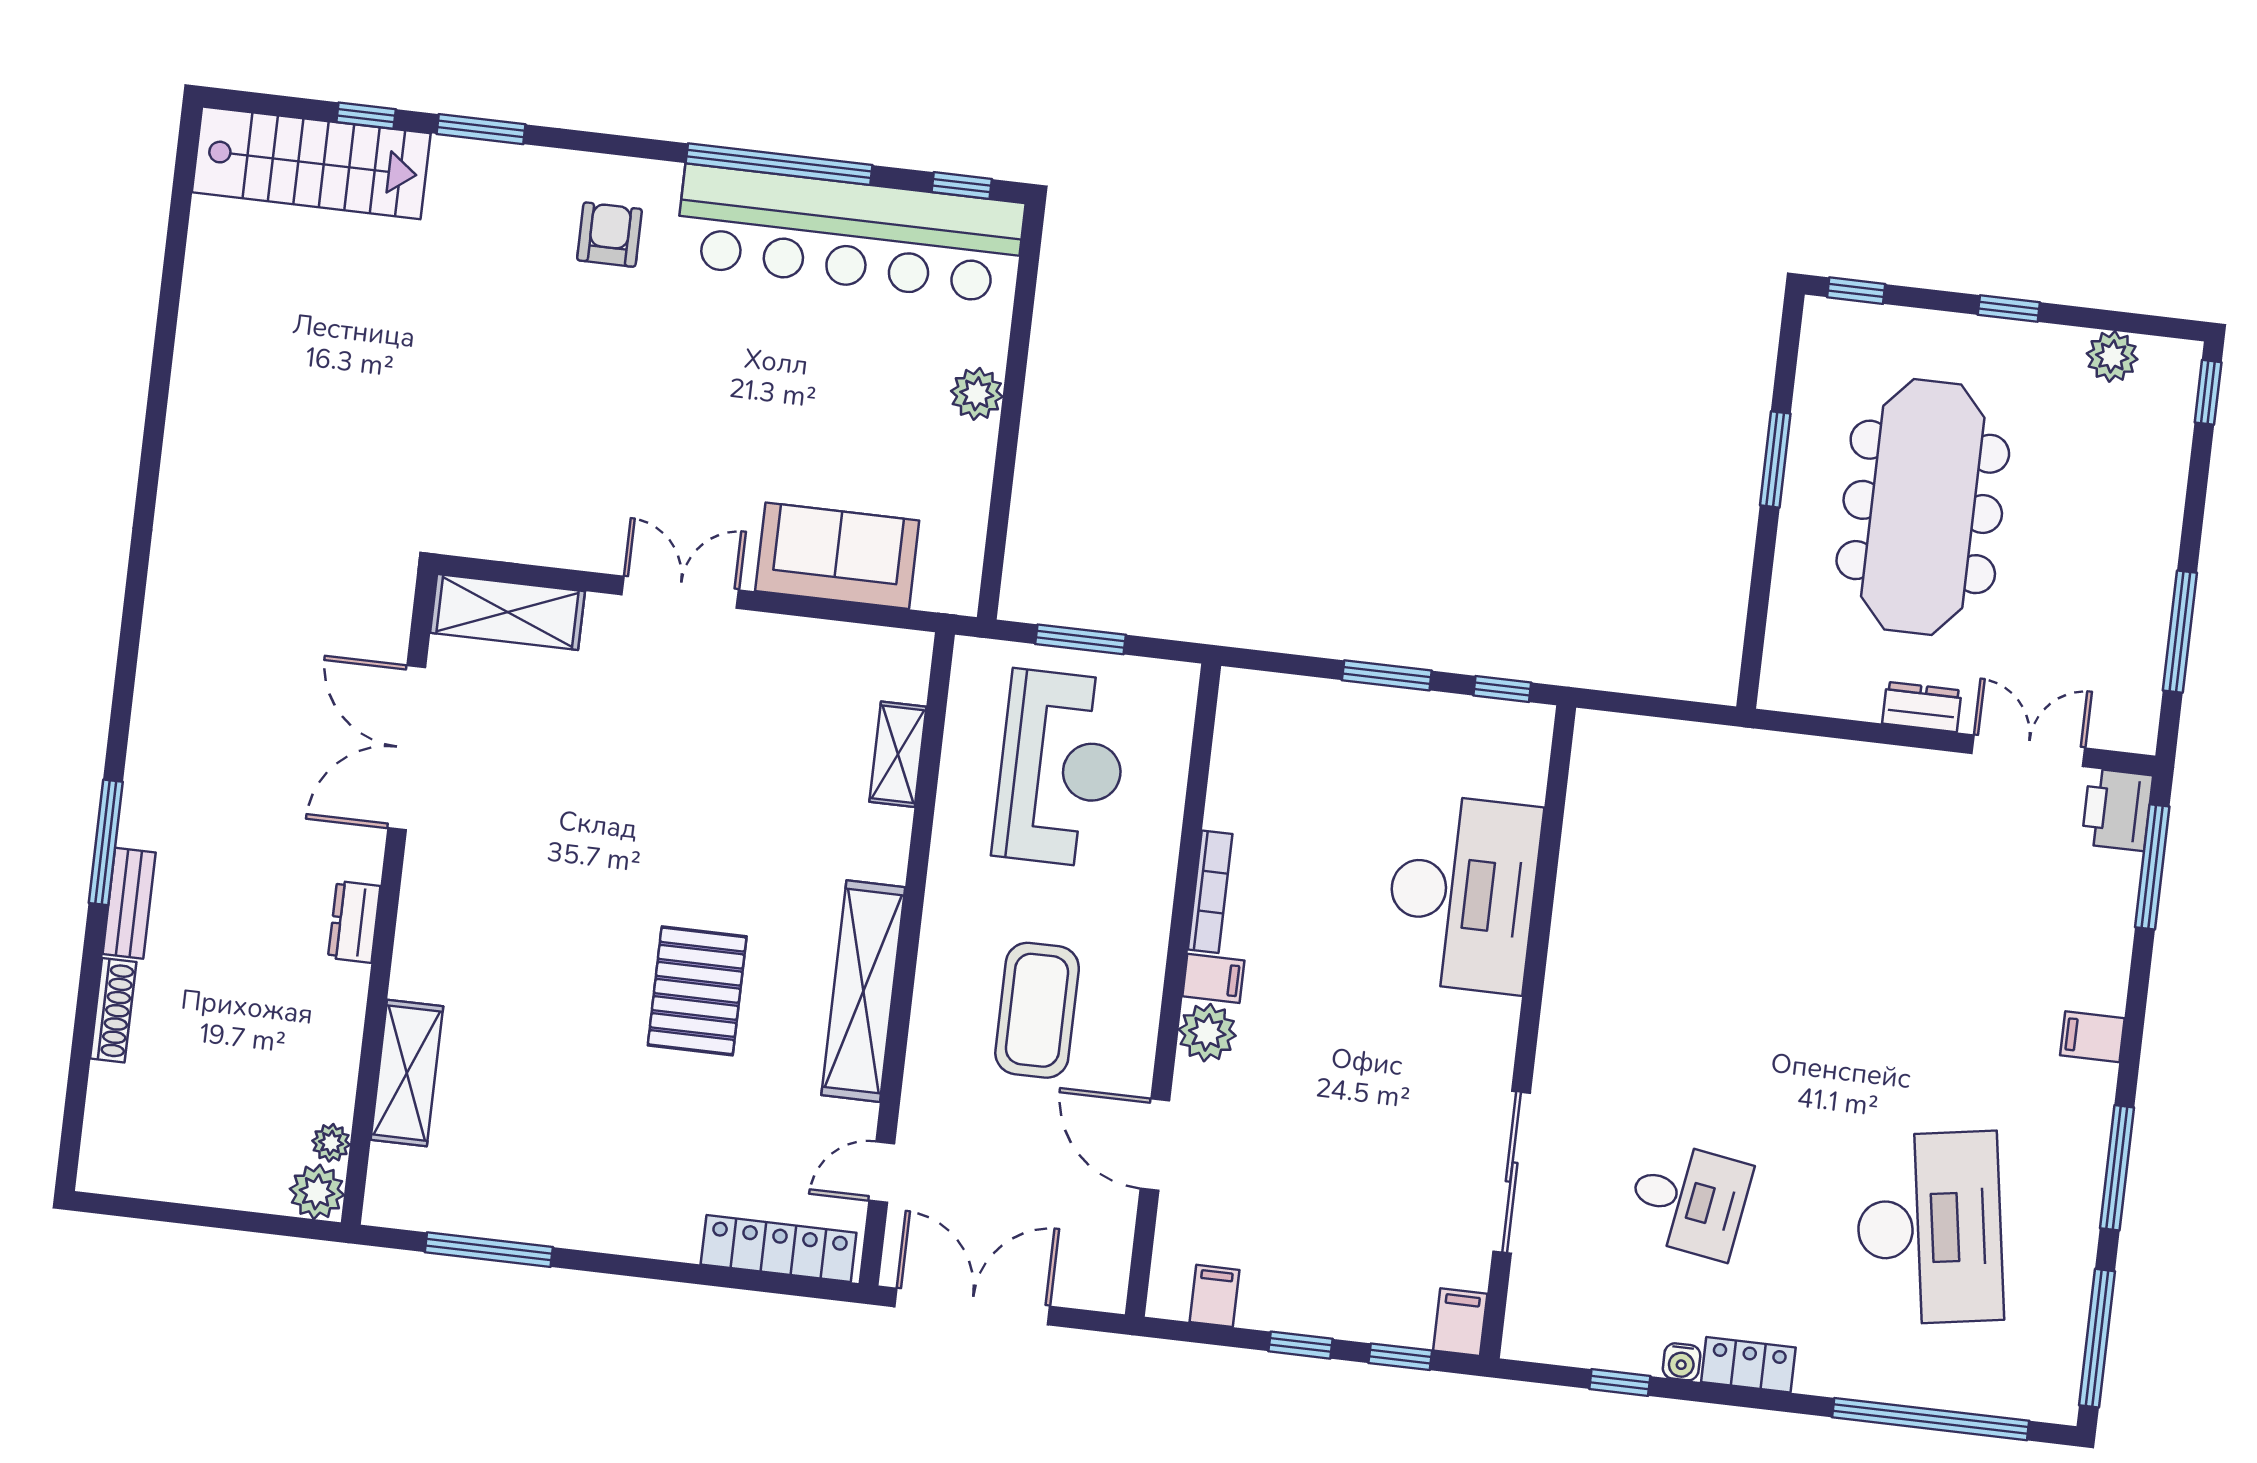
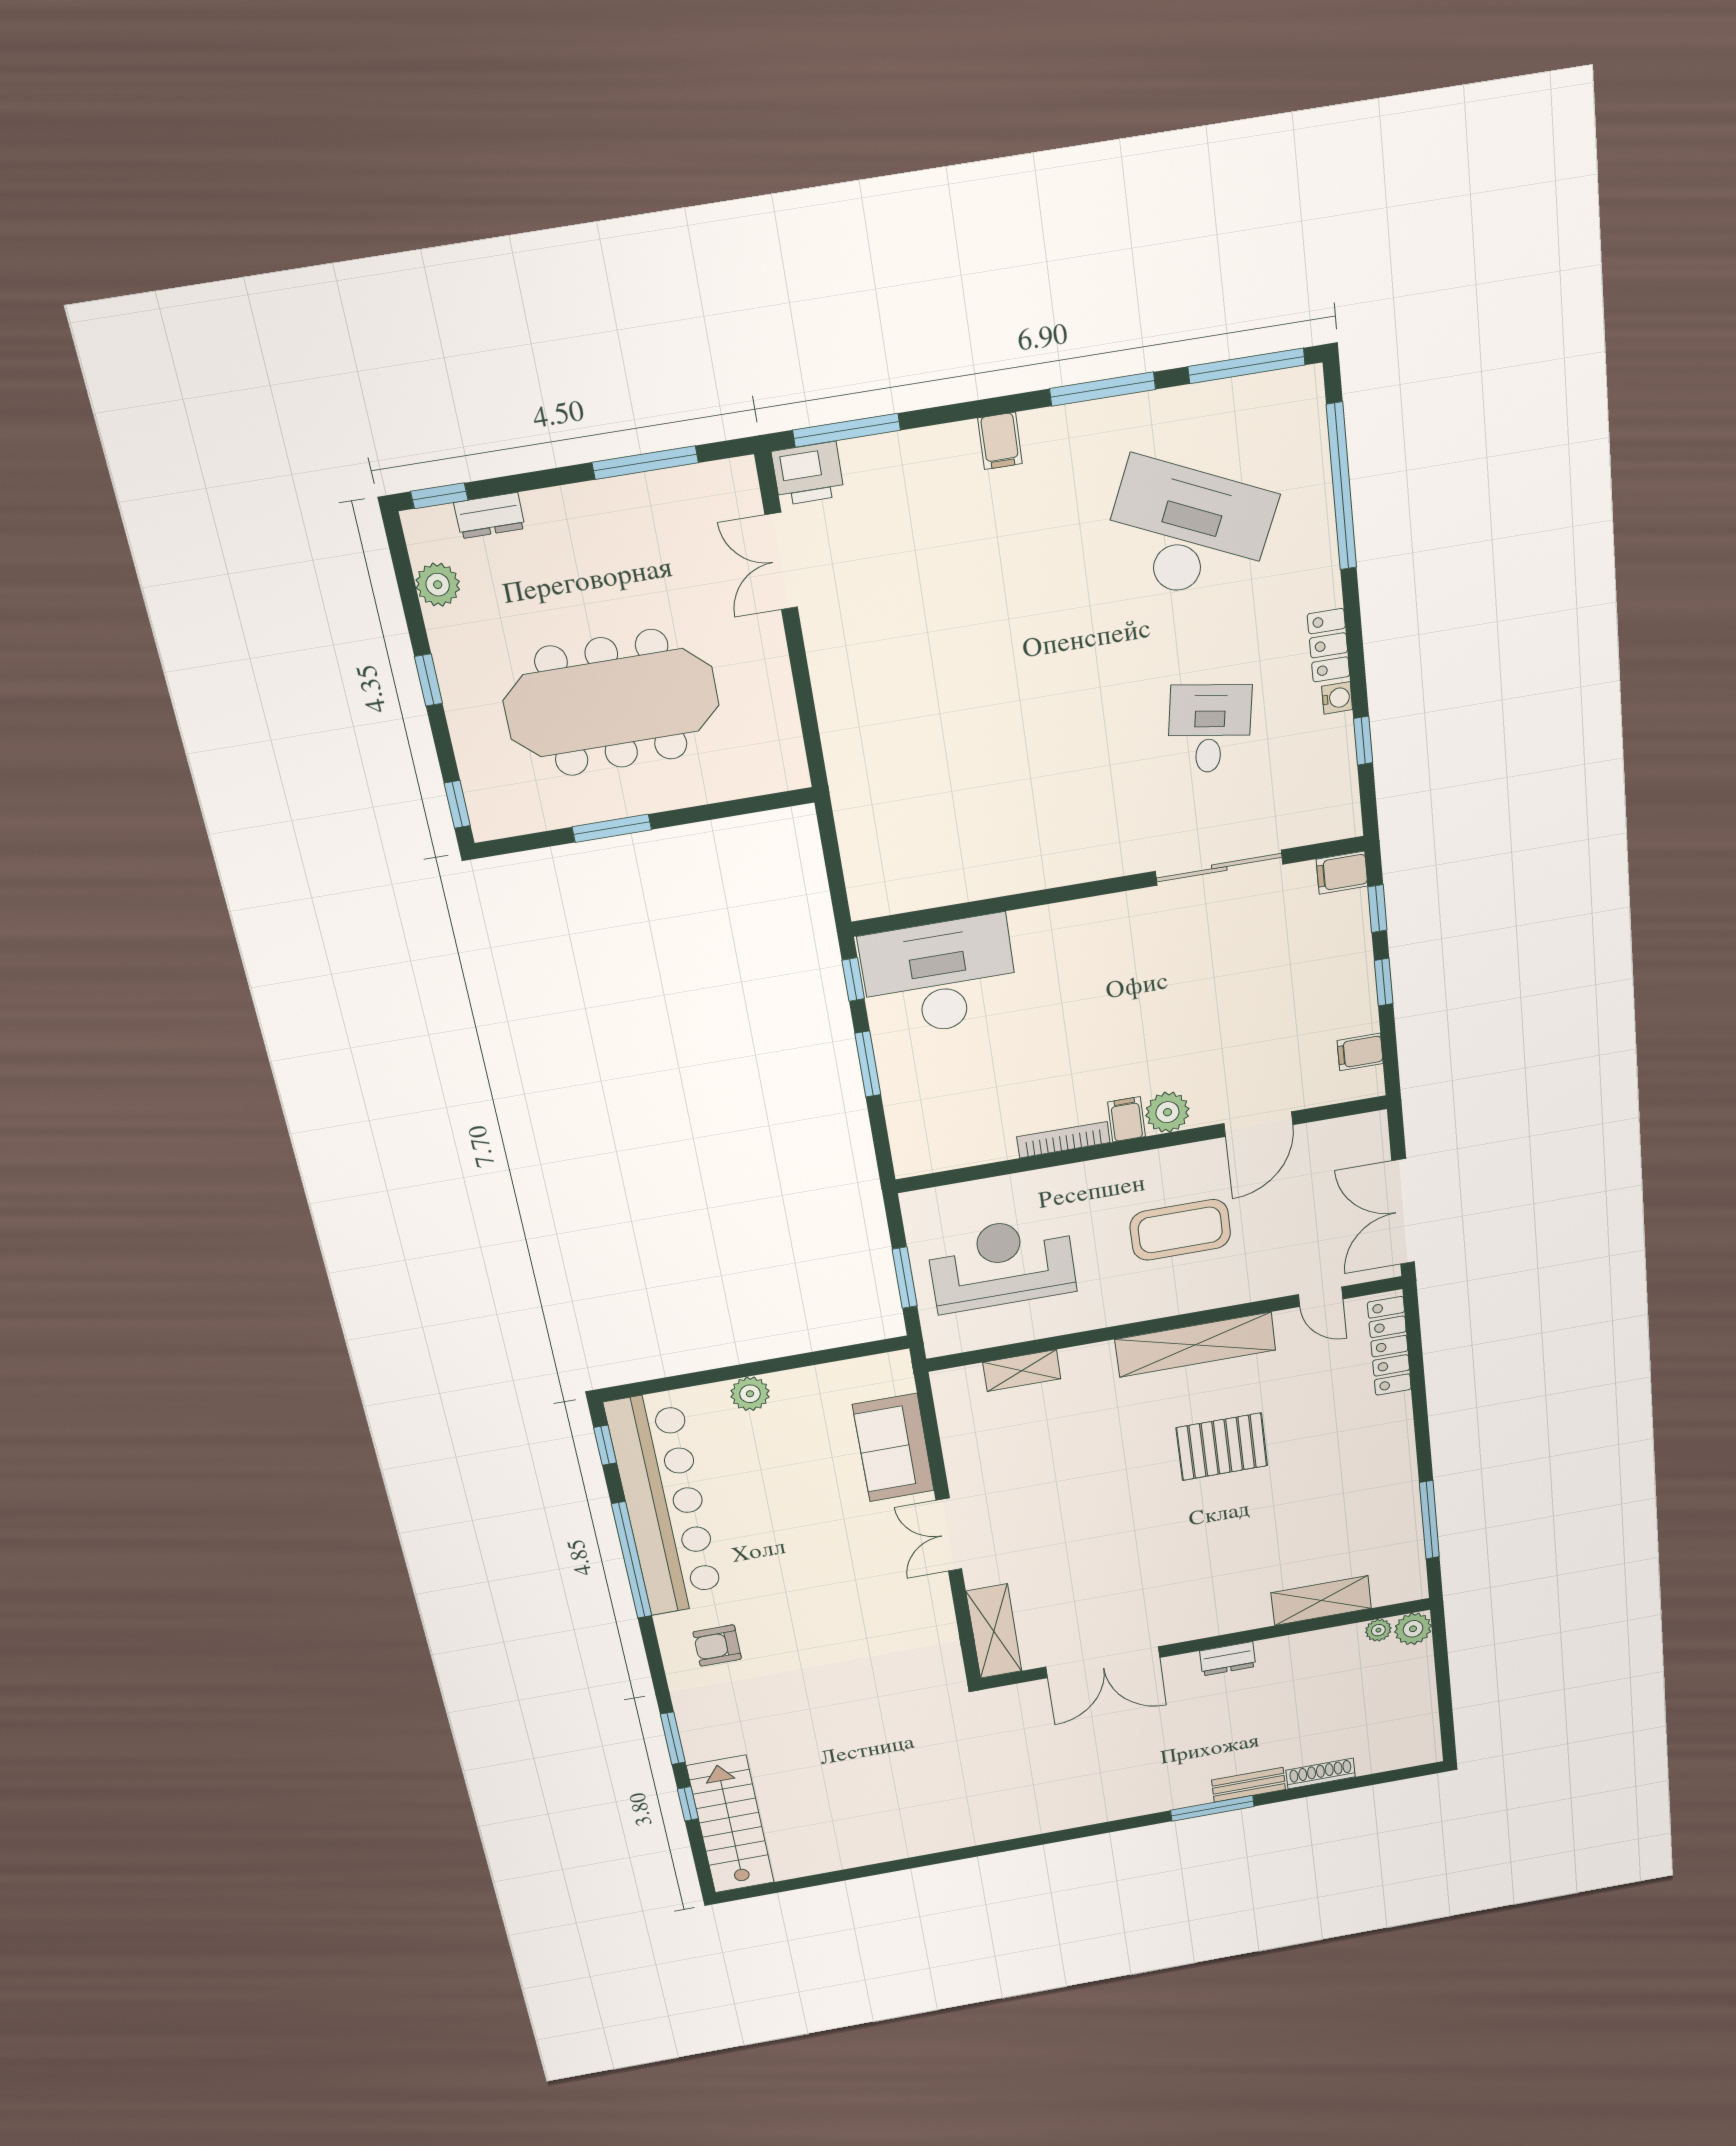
dresser: (1922, 707) -> (490, 516), moved, turned -90
desk: (1463, 893) -> (939, 977), moved
desk: (1929, 1228) -> (1188, 532), turned 33

